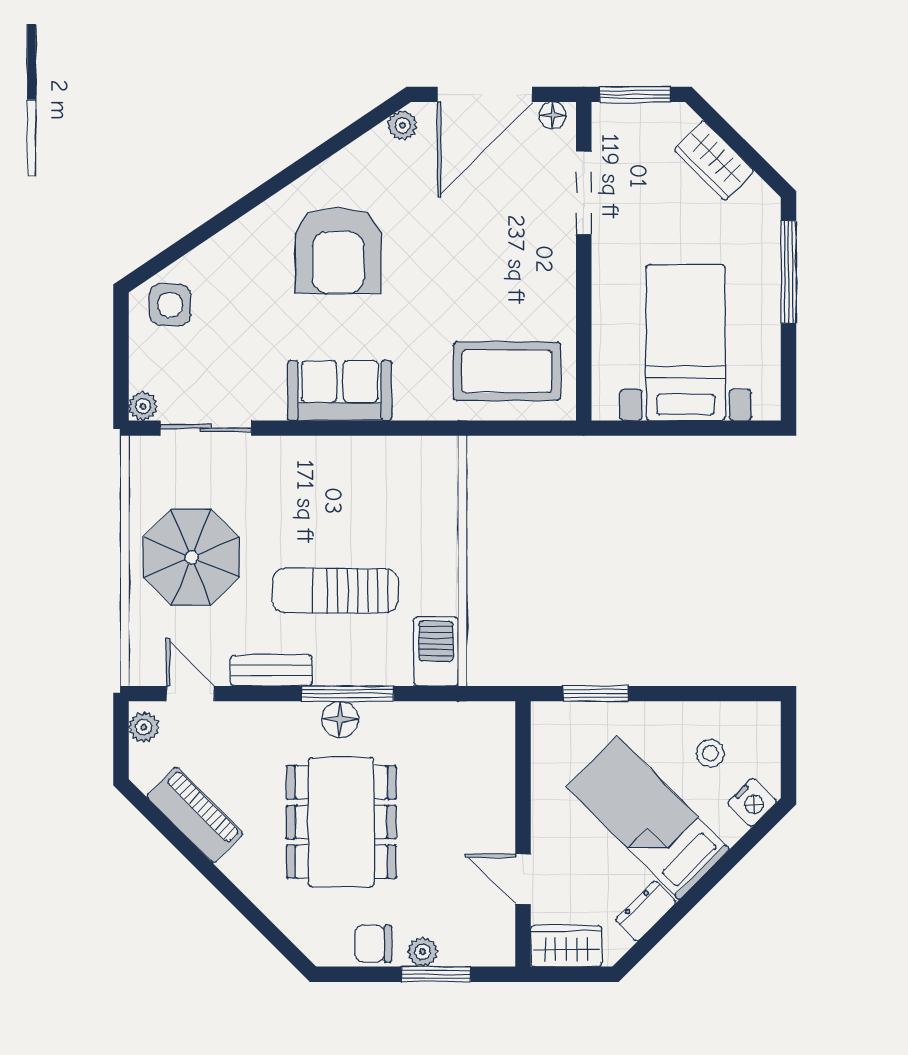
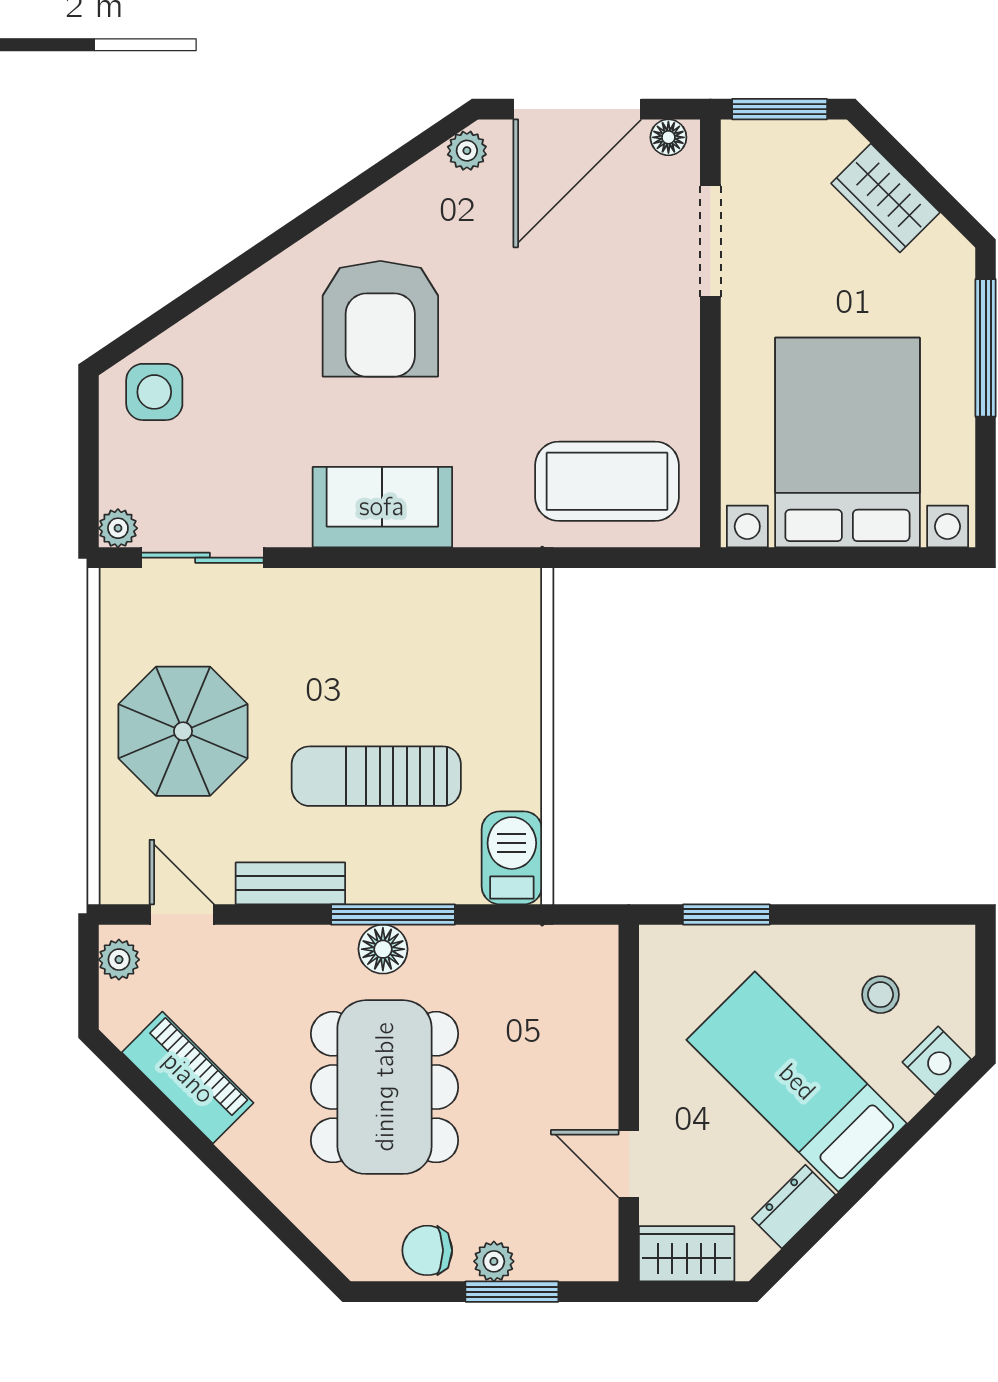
bed with nightstands: (686, 343) -> (847, 443), width x1.36

